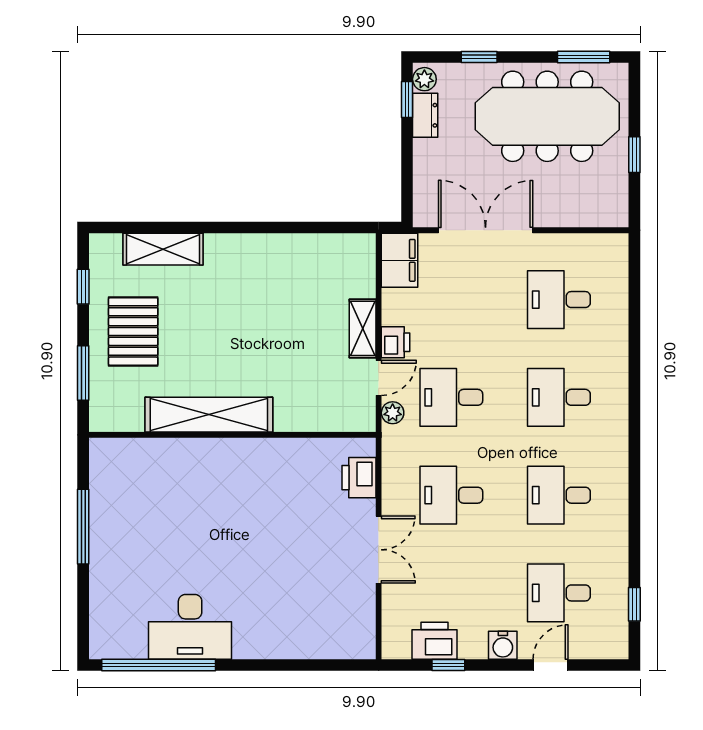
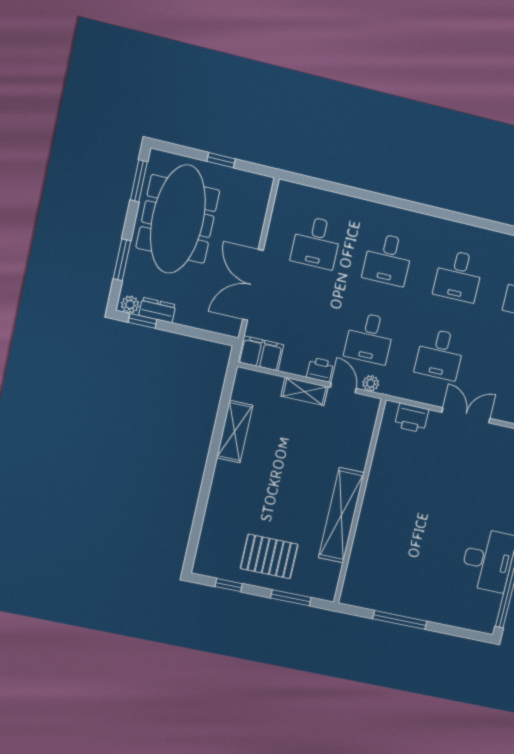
window: (479, 57) -> (122, 260), width x1.50
shelving: (163, 249) -> (235, 432), moved

